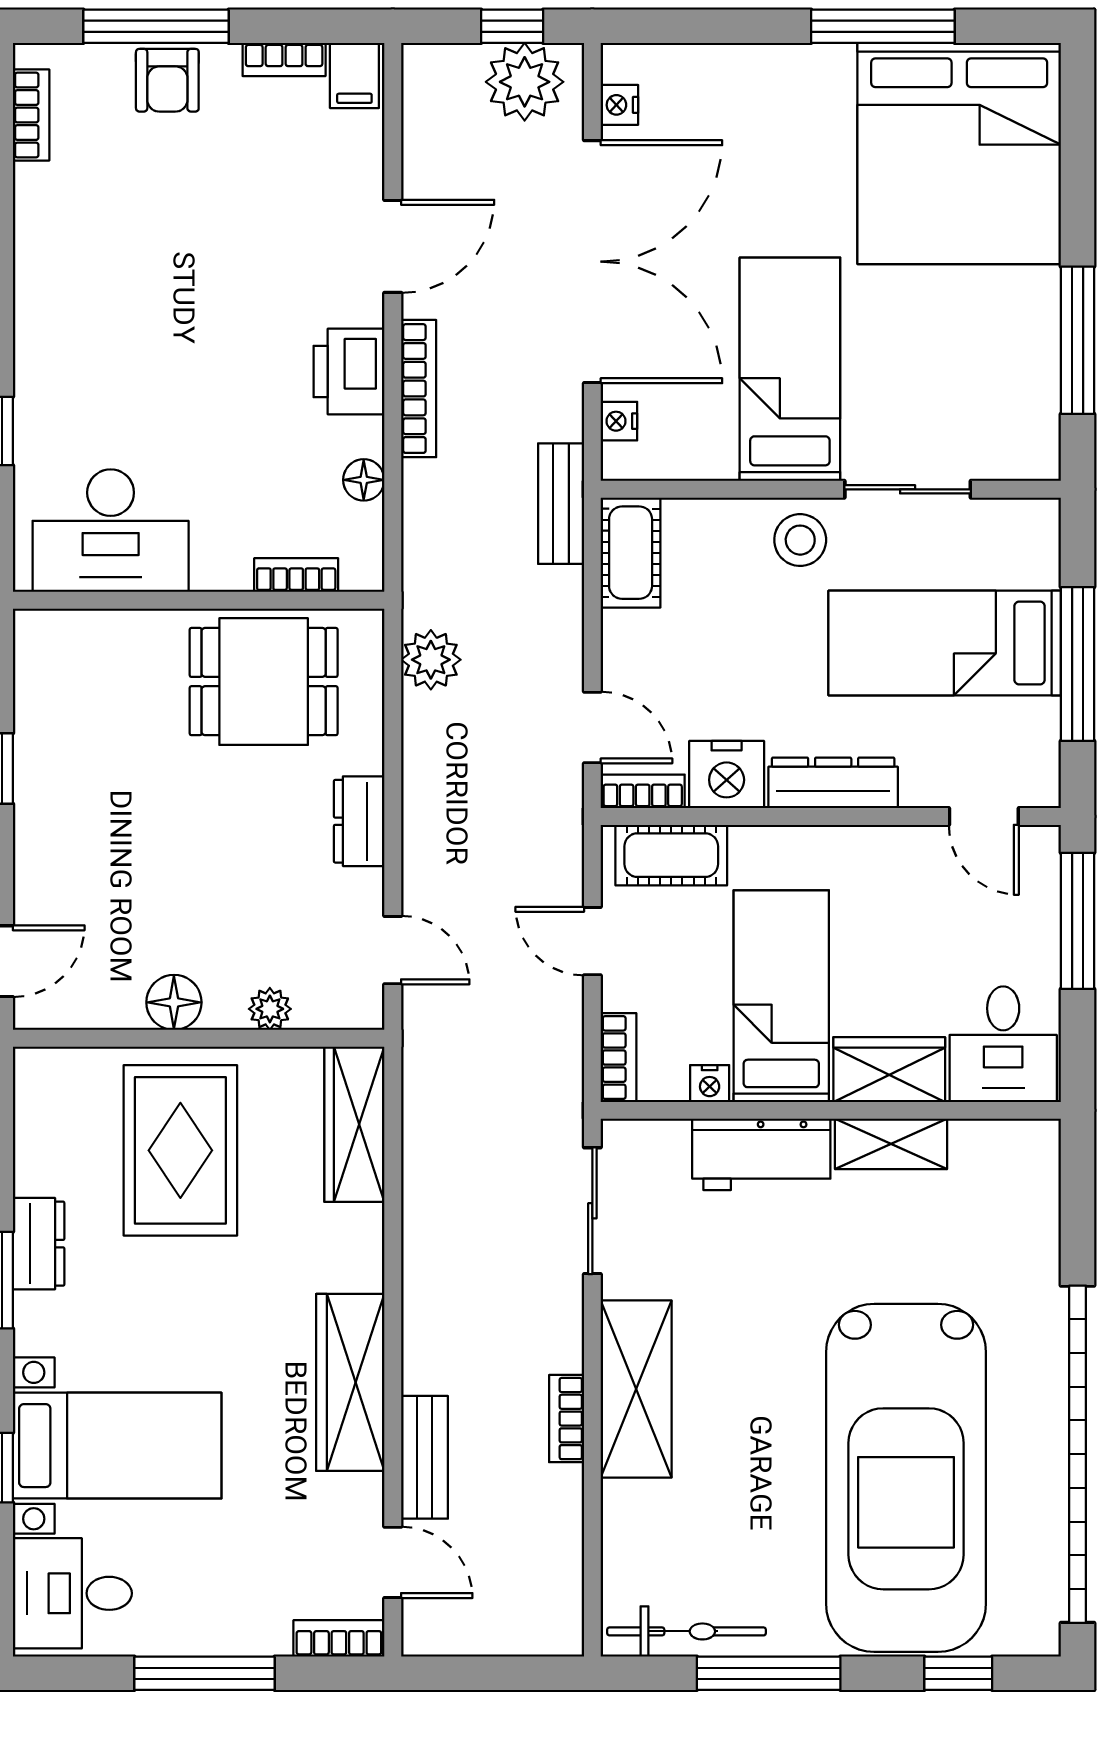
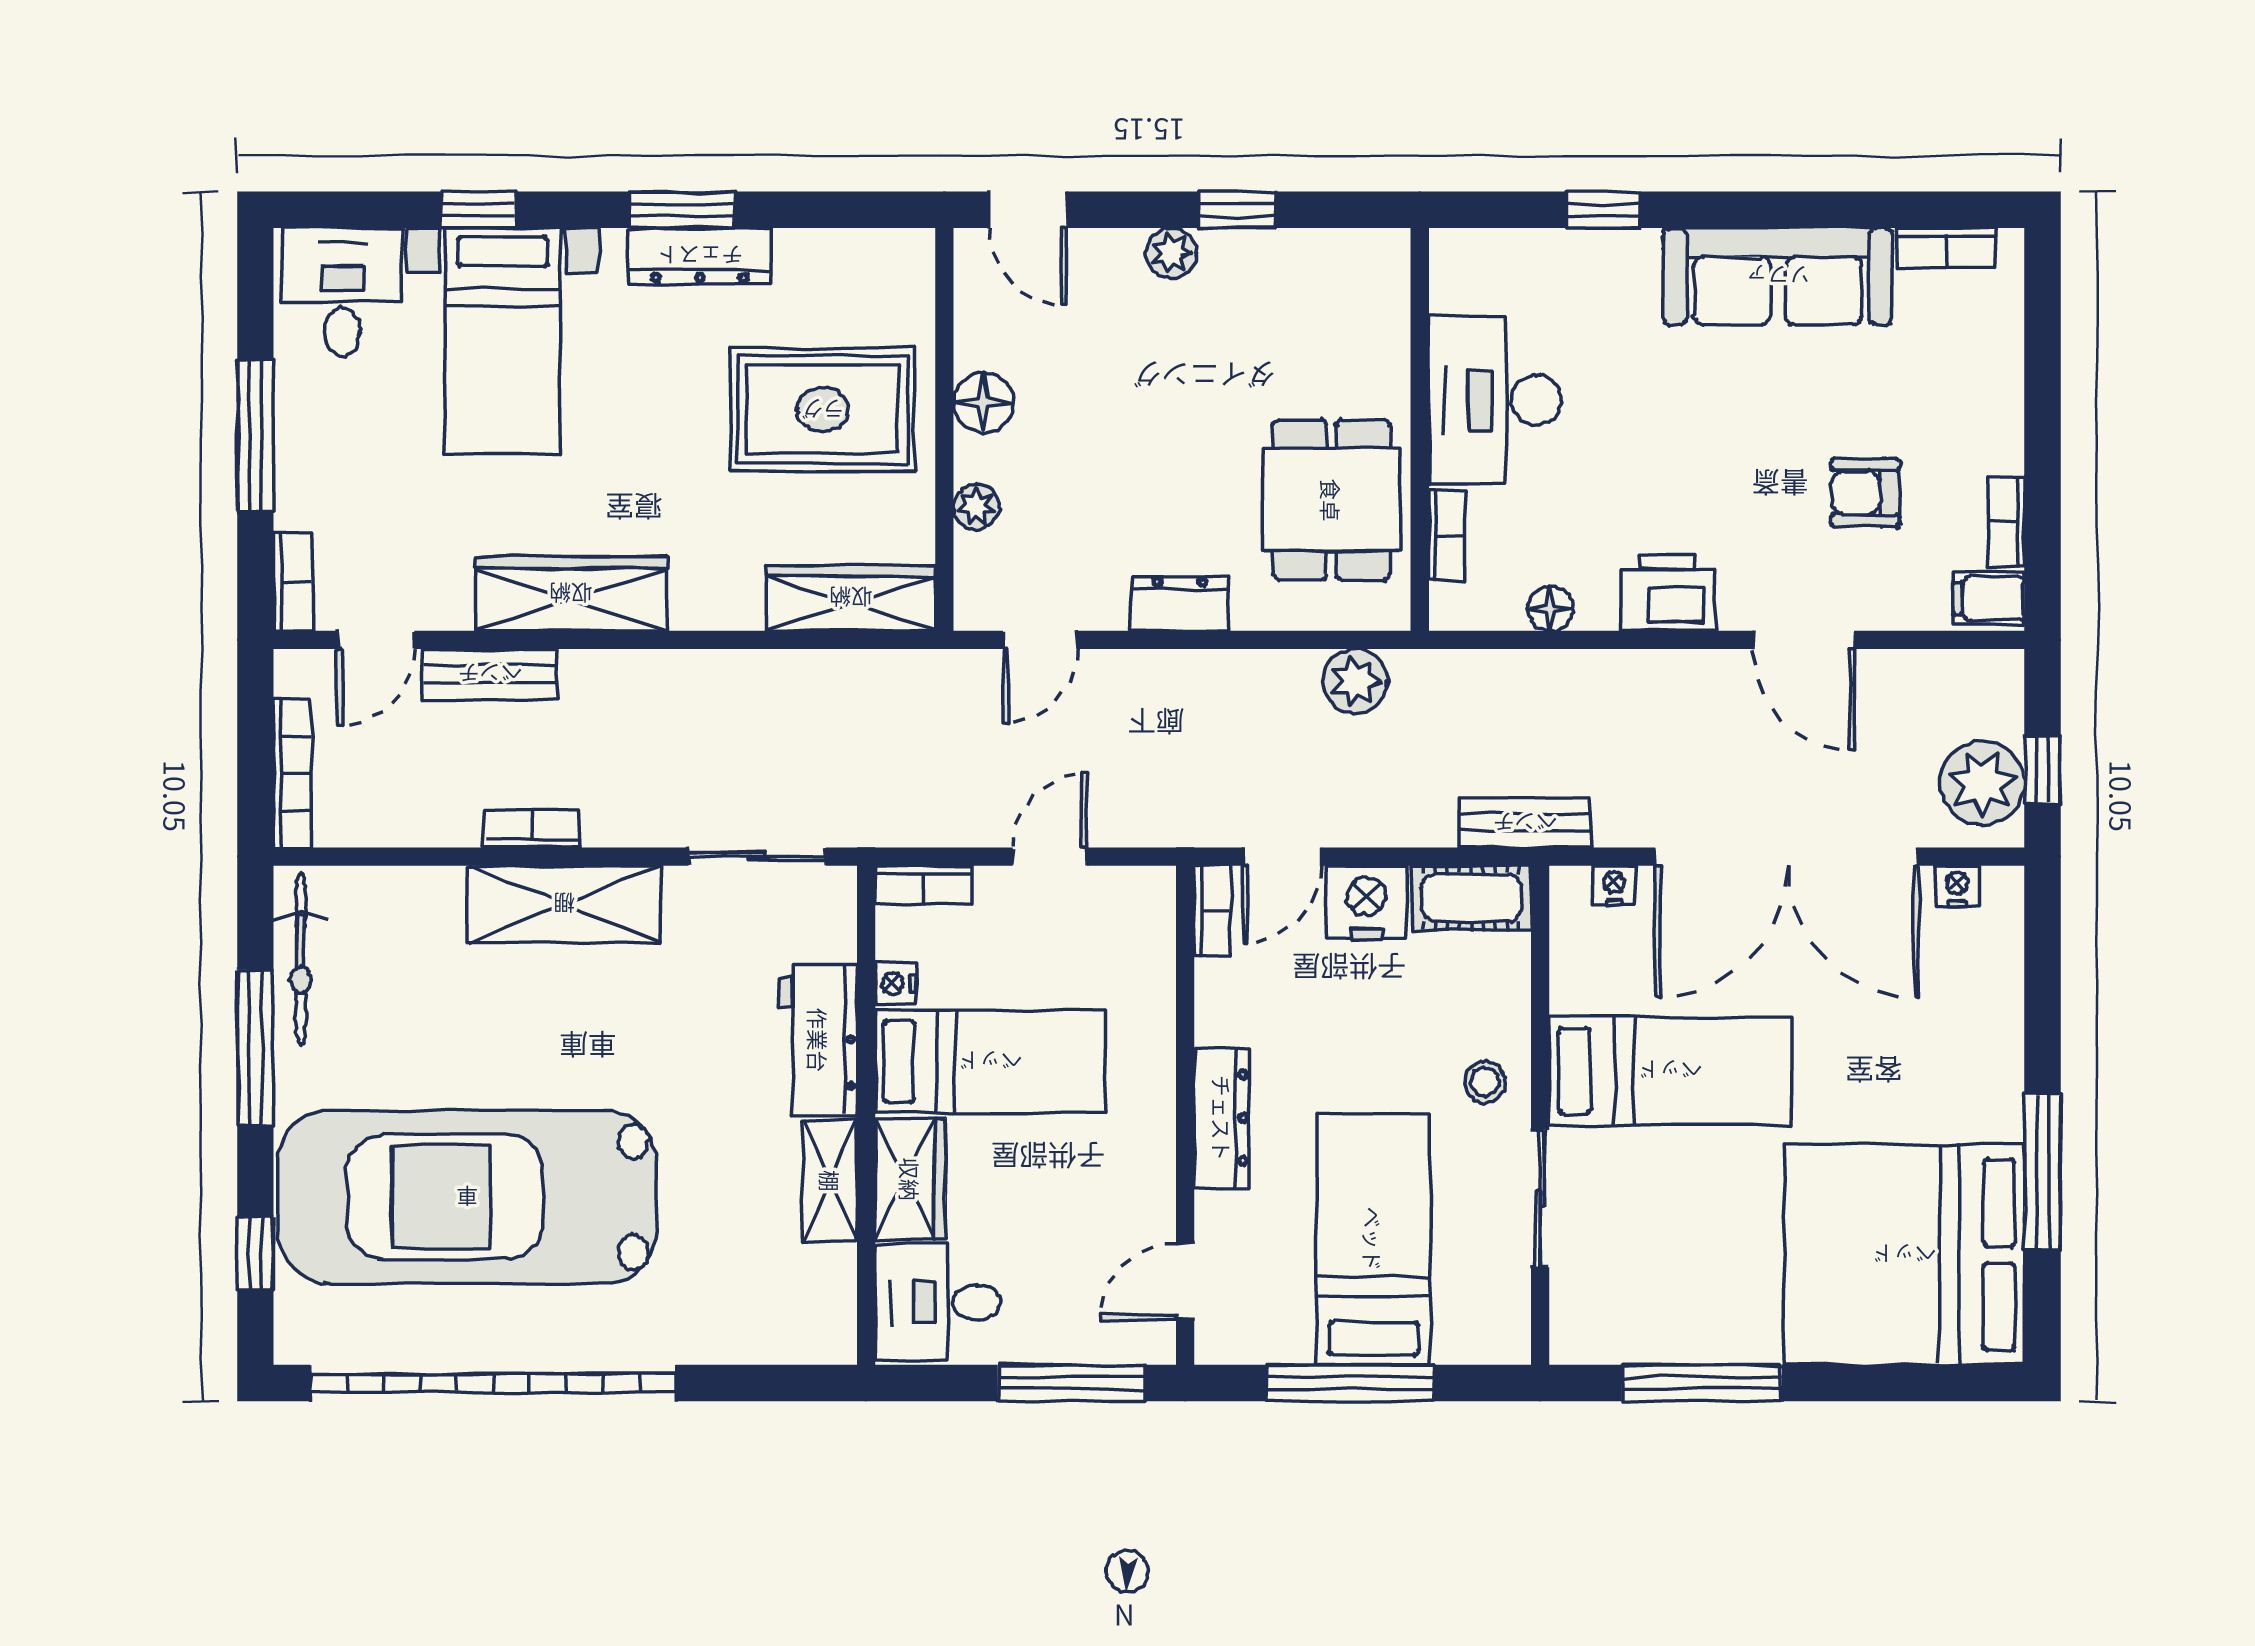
window: (156, 26) -> (2042, 383), removed
armchair: (167, 80) -> (1865, 493), moved
sofa: (58, 270) -> (1778, 276), added
bookcase: (419, 389) -> (293, 773), moved, turned -90
desk: (111, 531) -> (1495, 400), moved
stool: (800, 540) -> (1485, 1082), width x0.73, depth x0.73
nightstand: (727, 775) -> (1366, 902), moved, turned 90
plant: (36, 829) -> (1171, 253), added
cot: (671, 855) -> (1143, 942), removed
dresser: (39, 1244) -> (700, 256), width x1.44

